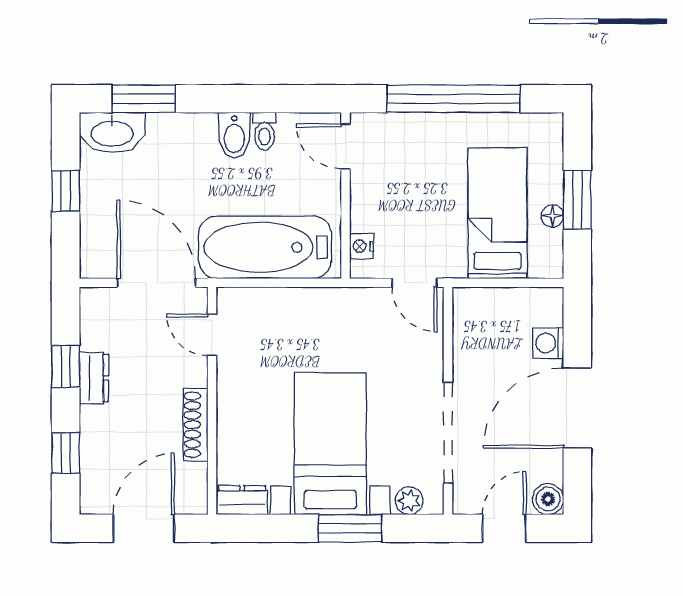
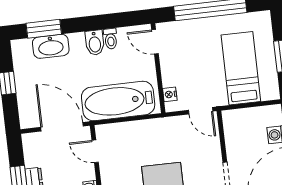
washbasin: (112, 133) -> (51, 46), moved
floor lamp: (552, 216) -> (271, 66), removed

